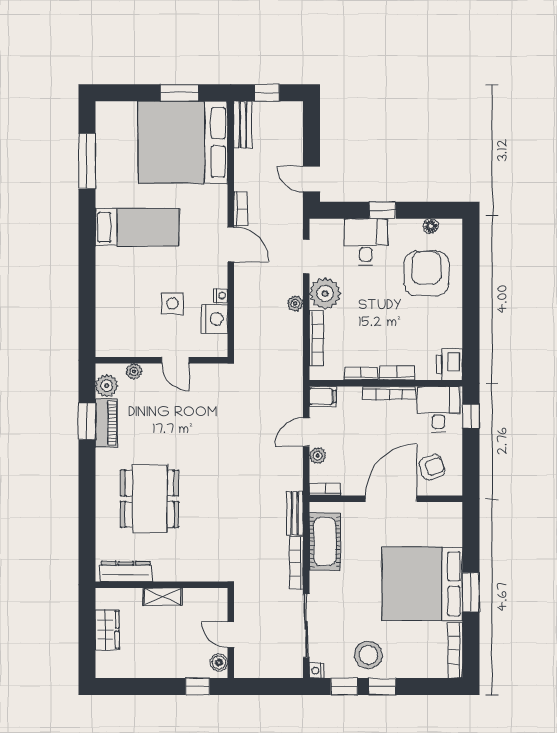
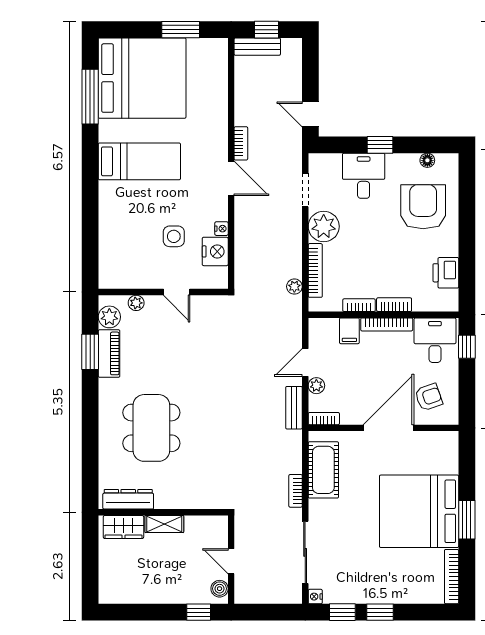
bench: (243, 125) -> (257, 47), moved, turned 90
bed: (183, 142) -> (142, 78), moved, turned 180
plant: (295, 304) -> (294, 287), moved
printer: (450, 364) -> (446, 273), moved
filing cabinet: (323, 396) -> (349, 331), moved, turned 90
bench: (295, 513) -> (294, 408), moved
bookcase: (296, 563) -> (296, 491), width x0.64
wardrobe: (107, 630) -> (123, 527), moved, turned 90
stool: (368, 655) -> (366, 581), removed

